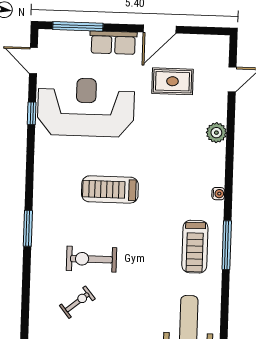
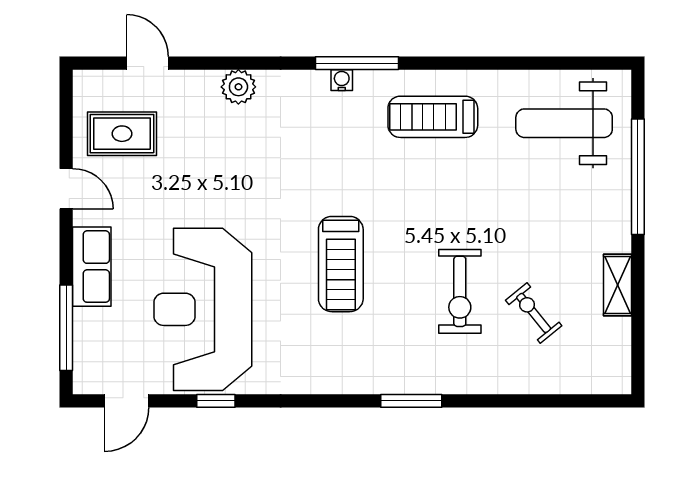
door: (160, 29) -> (66, 189), width x0.73
rug: (172, 81) -> (122, 134), moved, turned 90
window: (227, 245) -> (357, 63), moved
treadmill: (195, 247) -> (433, 117), turned 180

